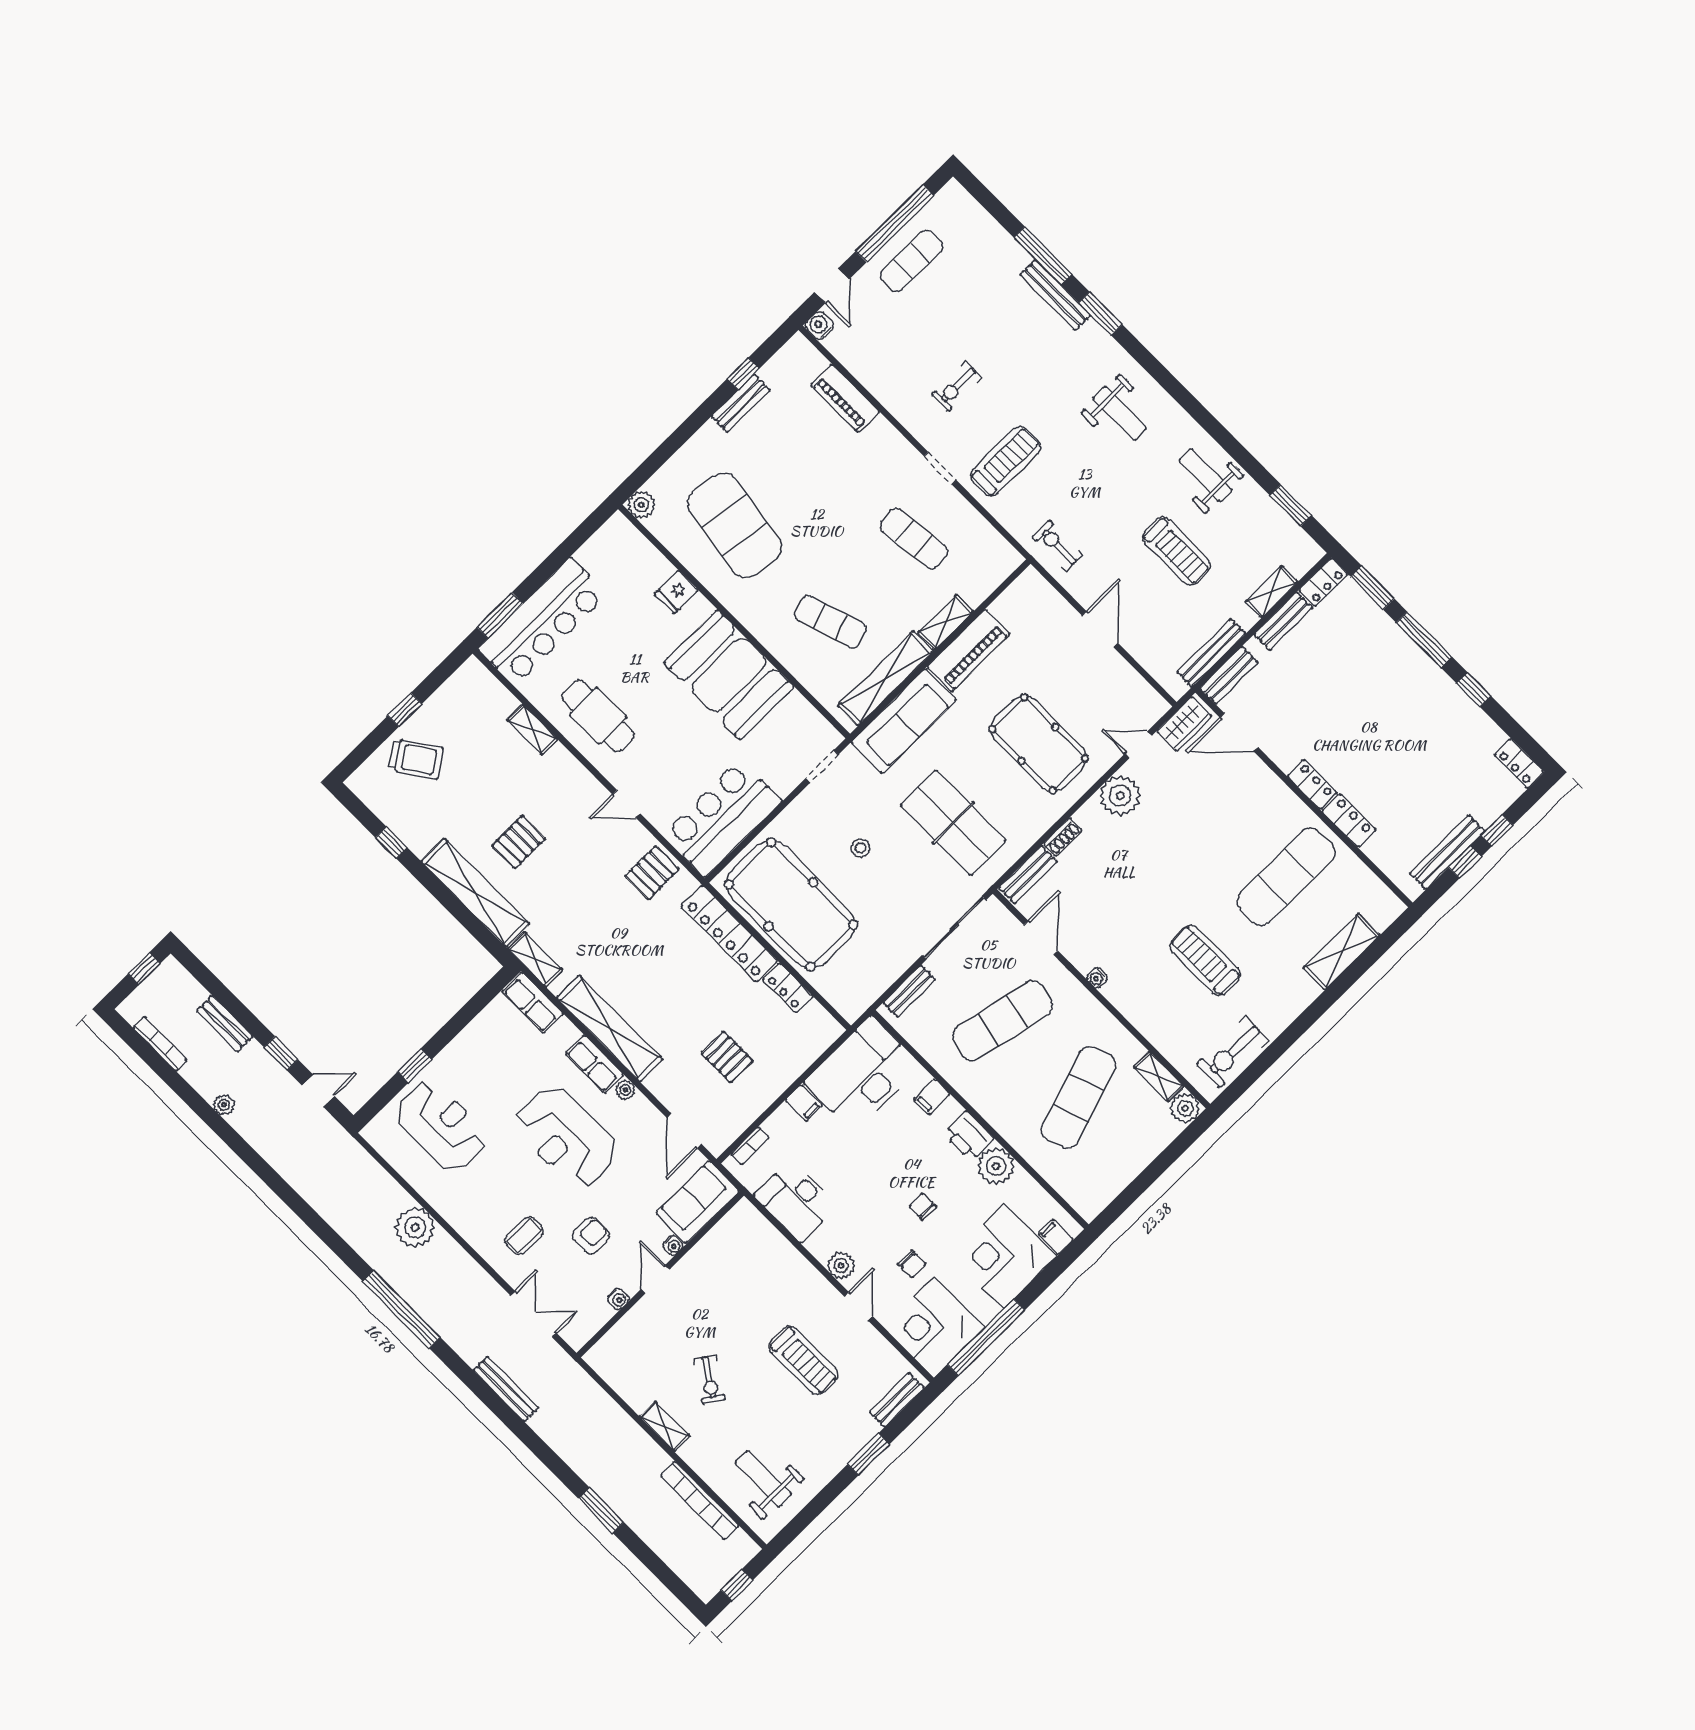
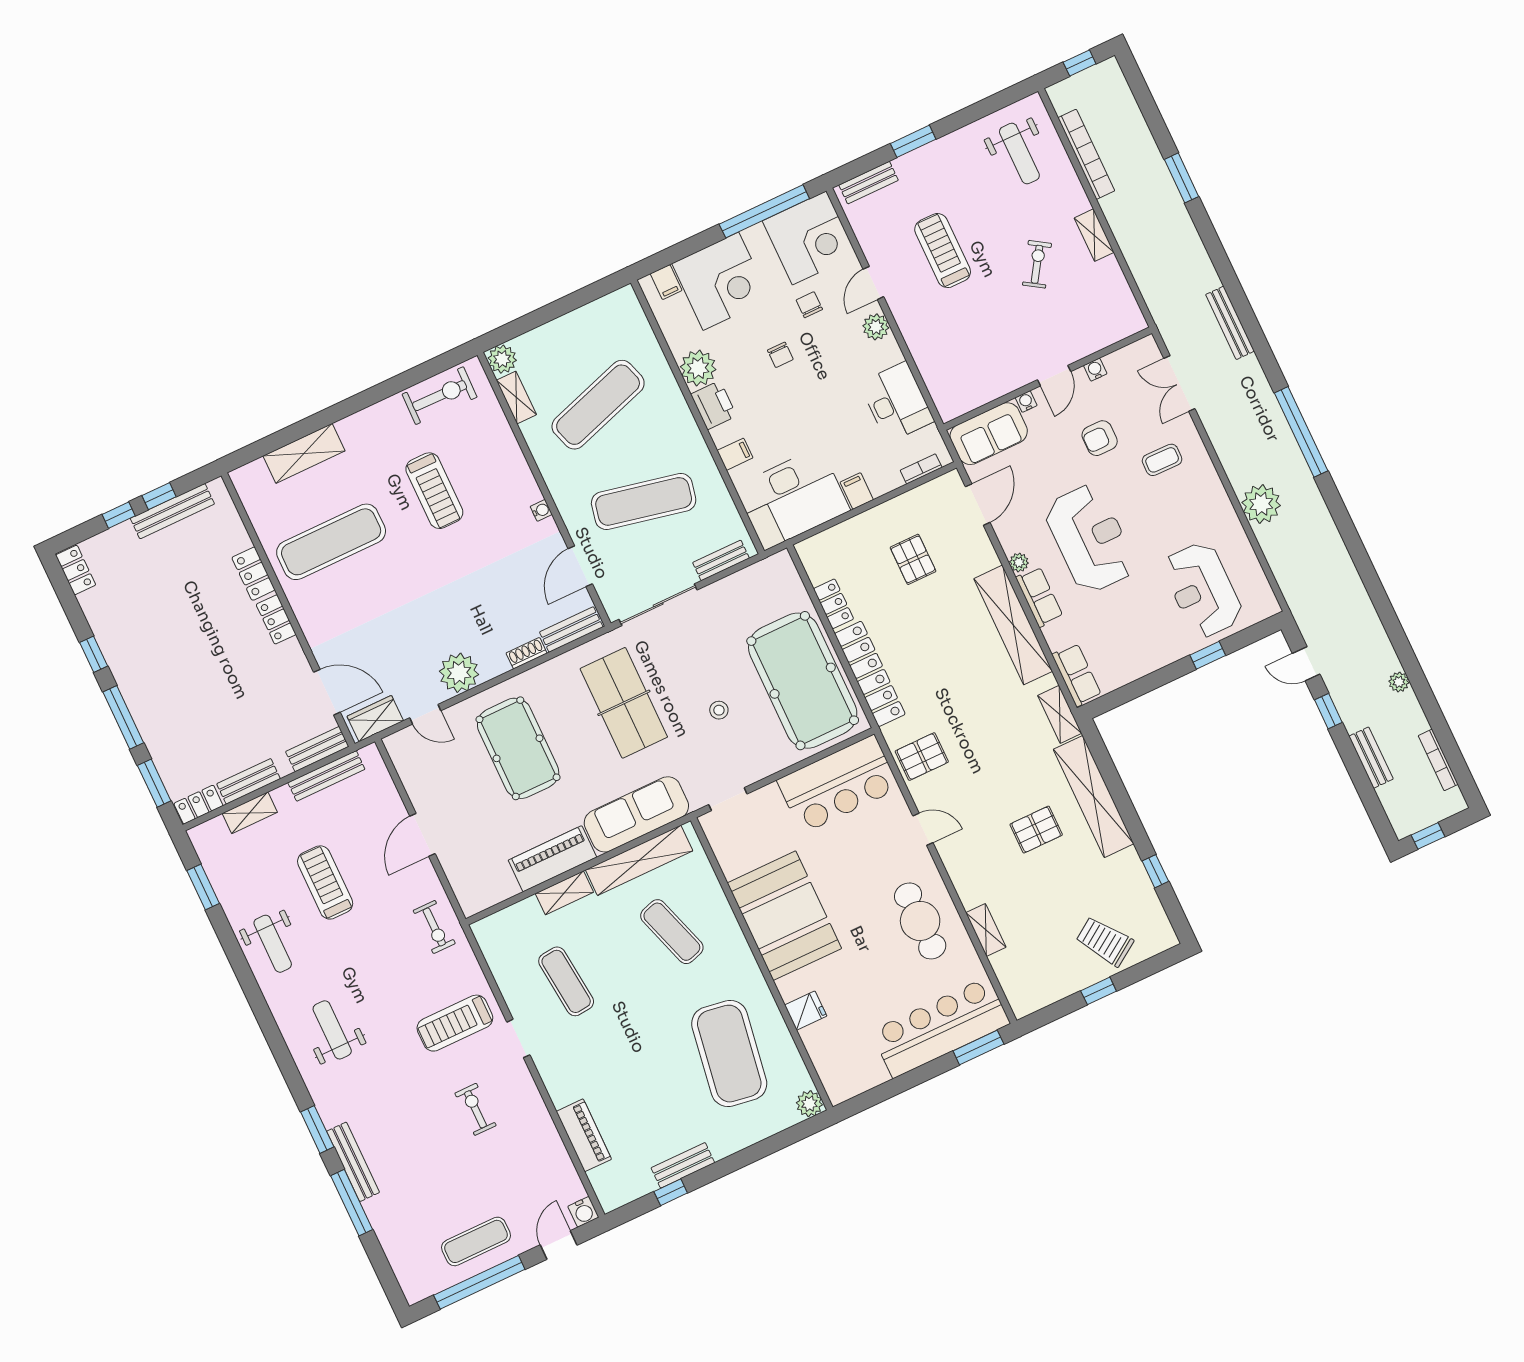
exercise bike: (957, 386) -> (475, 1109), turned -90

